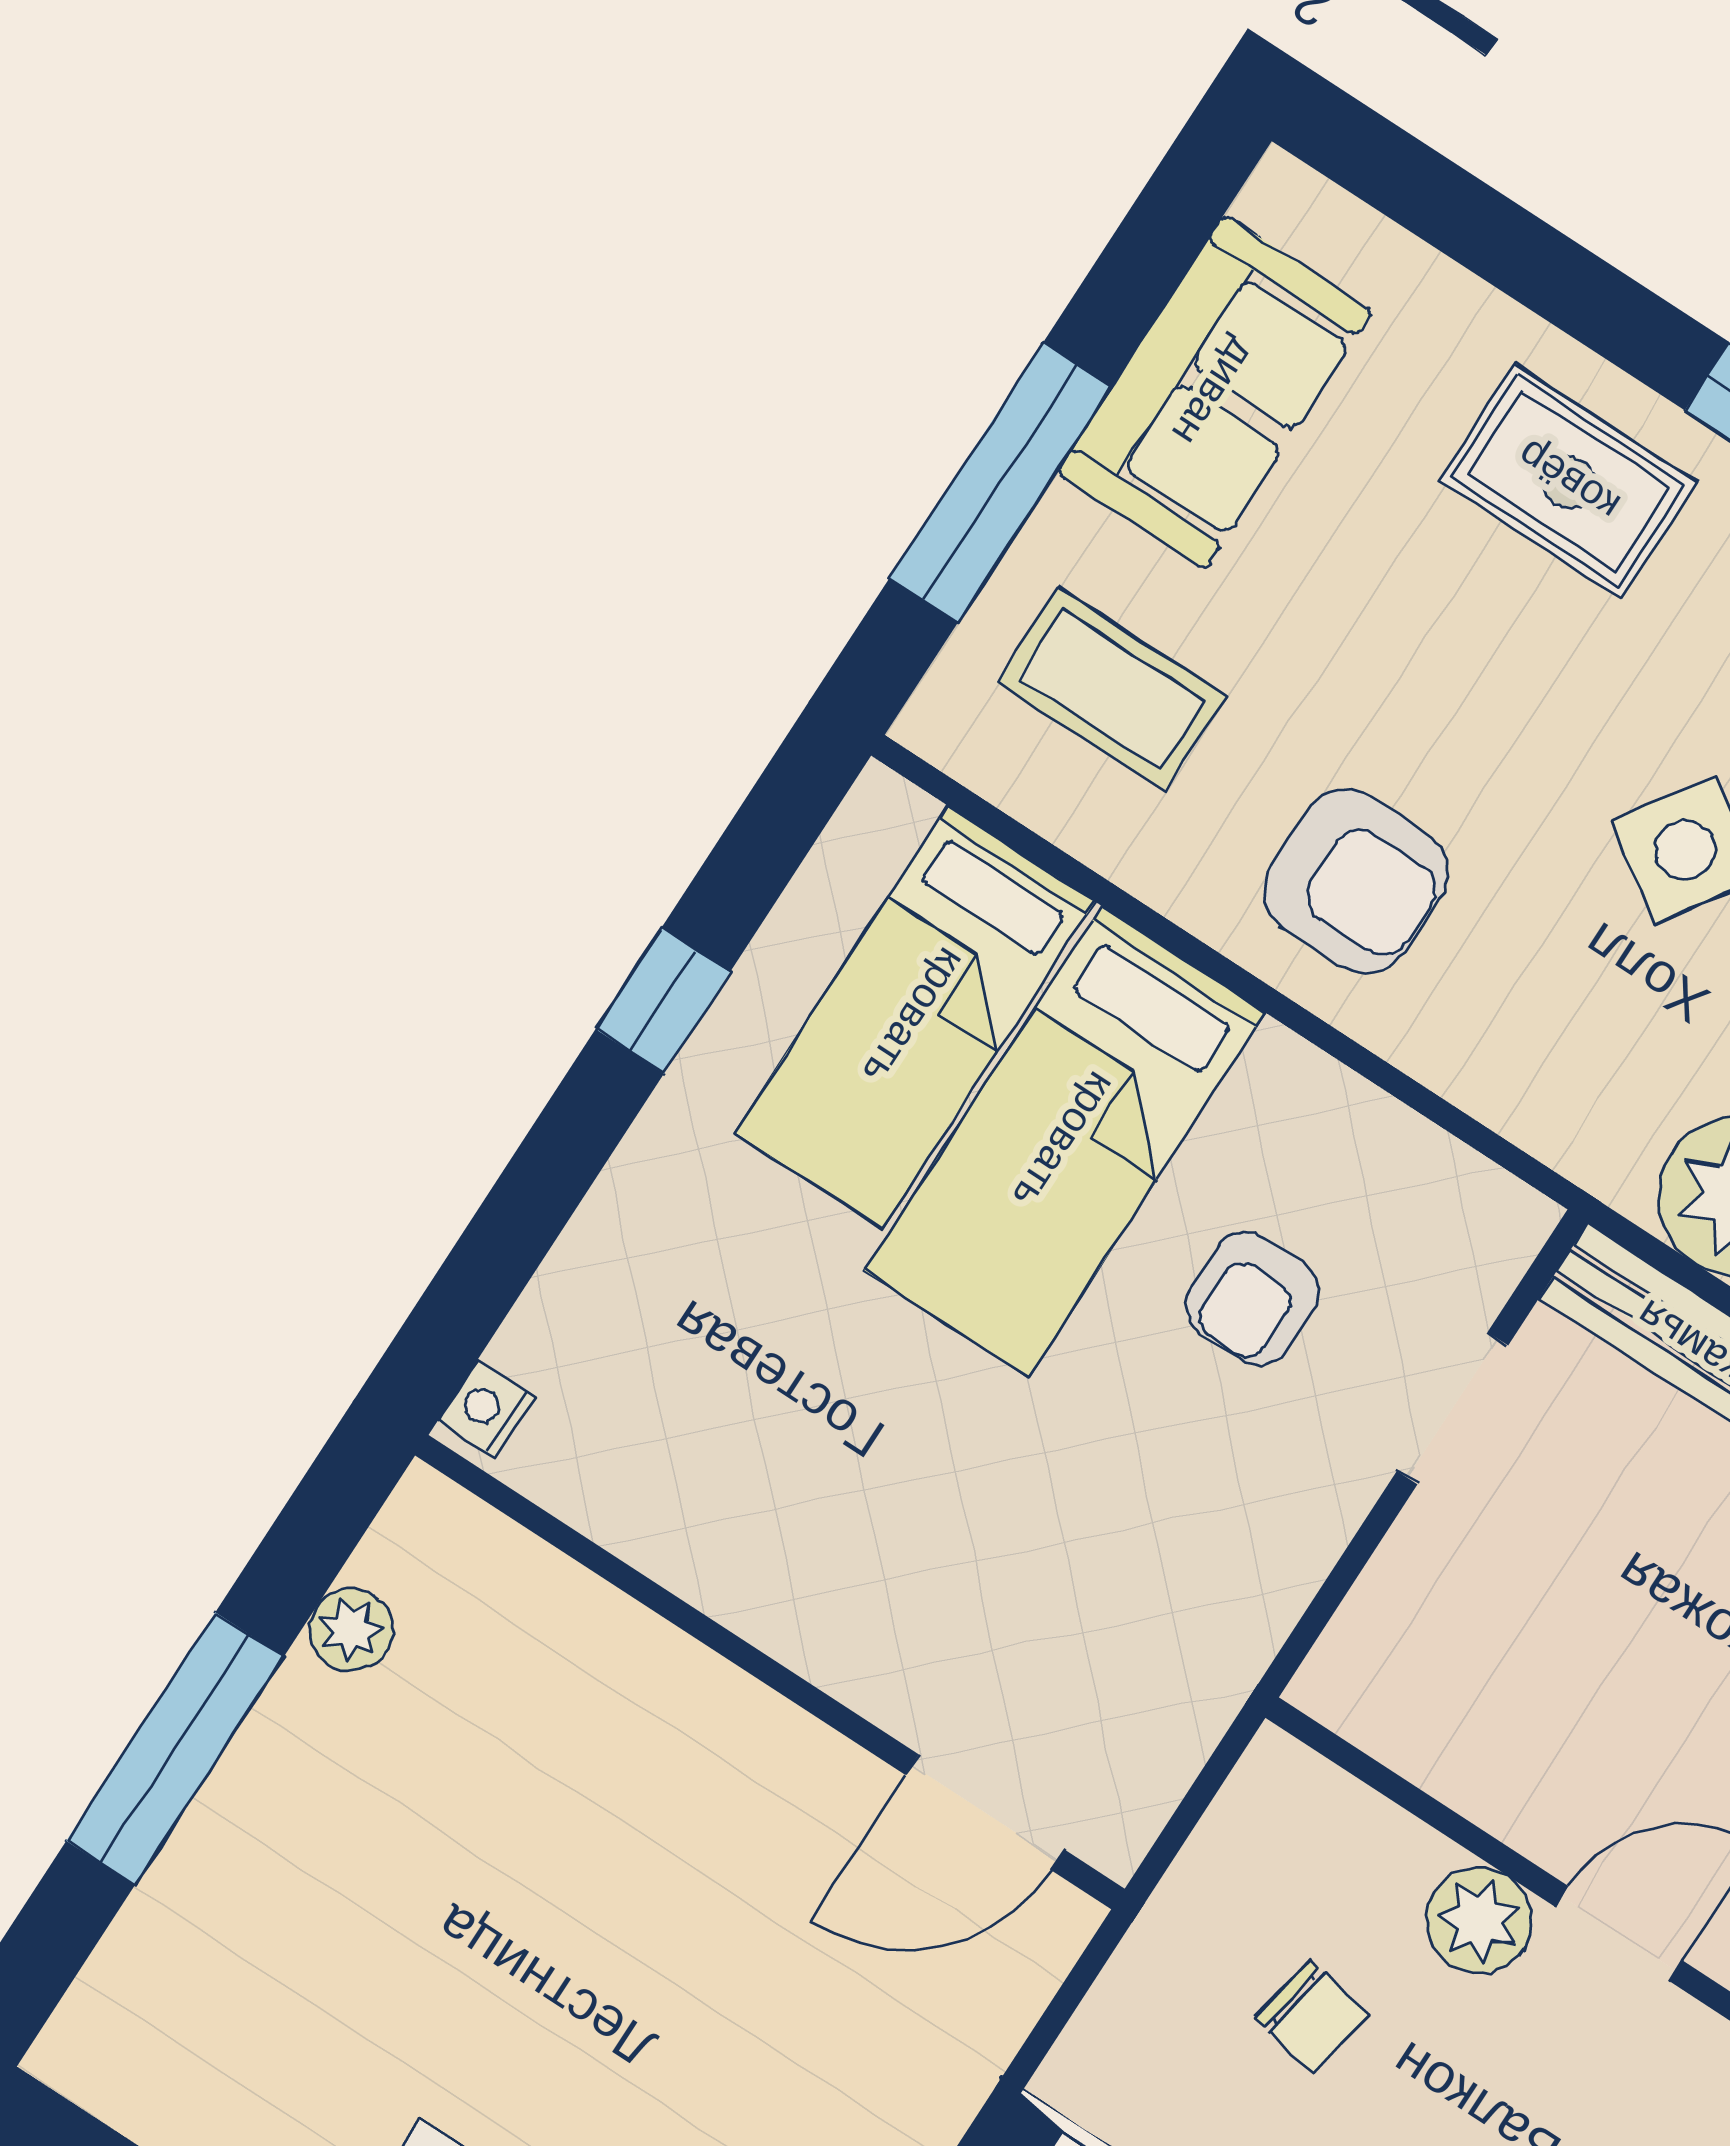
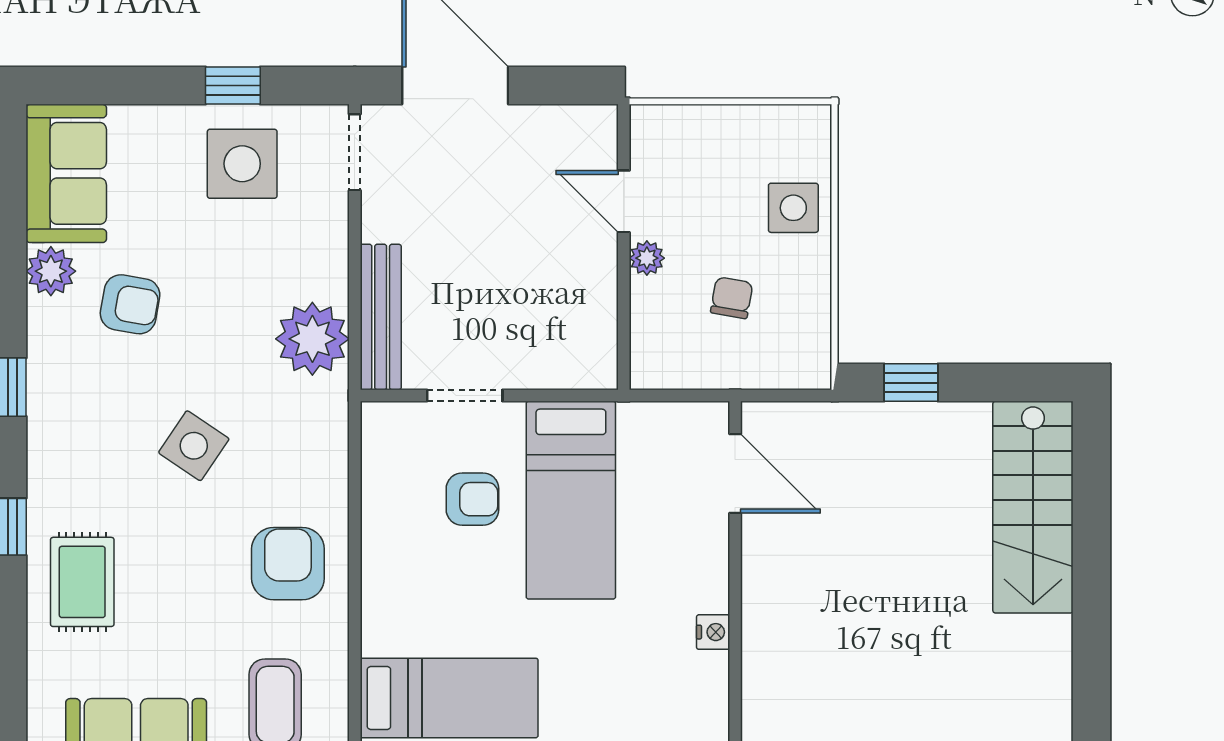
bed: (1065, 1141) -> (571, 500), moved, turned 90
nightstand: (720, 1582) -> (713, 632), added
plant: (1479, 1920) -> (647, 258), width x0.73, depth x0.73

